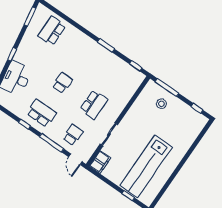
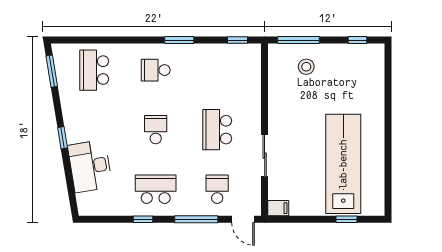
school desk: (83, 52) -> (156, 70), added
school desk: (94, 104) -> (217, 130), turned 180
filing cabinet: (100, 162) -> (278, 208), width x0.50
lab bench: (146, 166) -> (343, 164), turned 180

